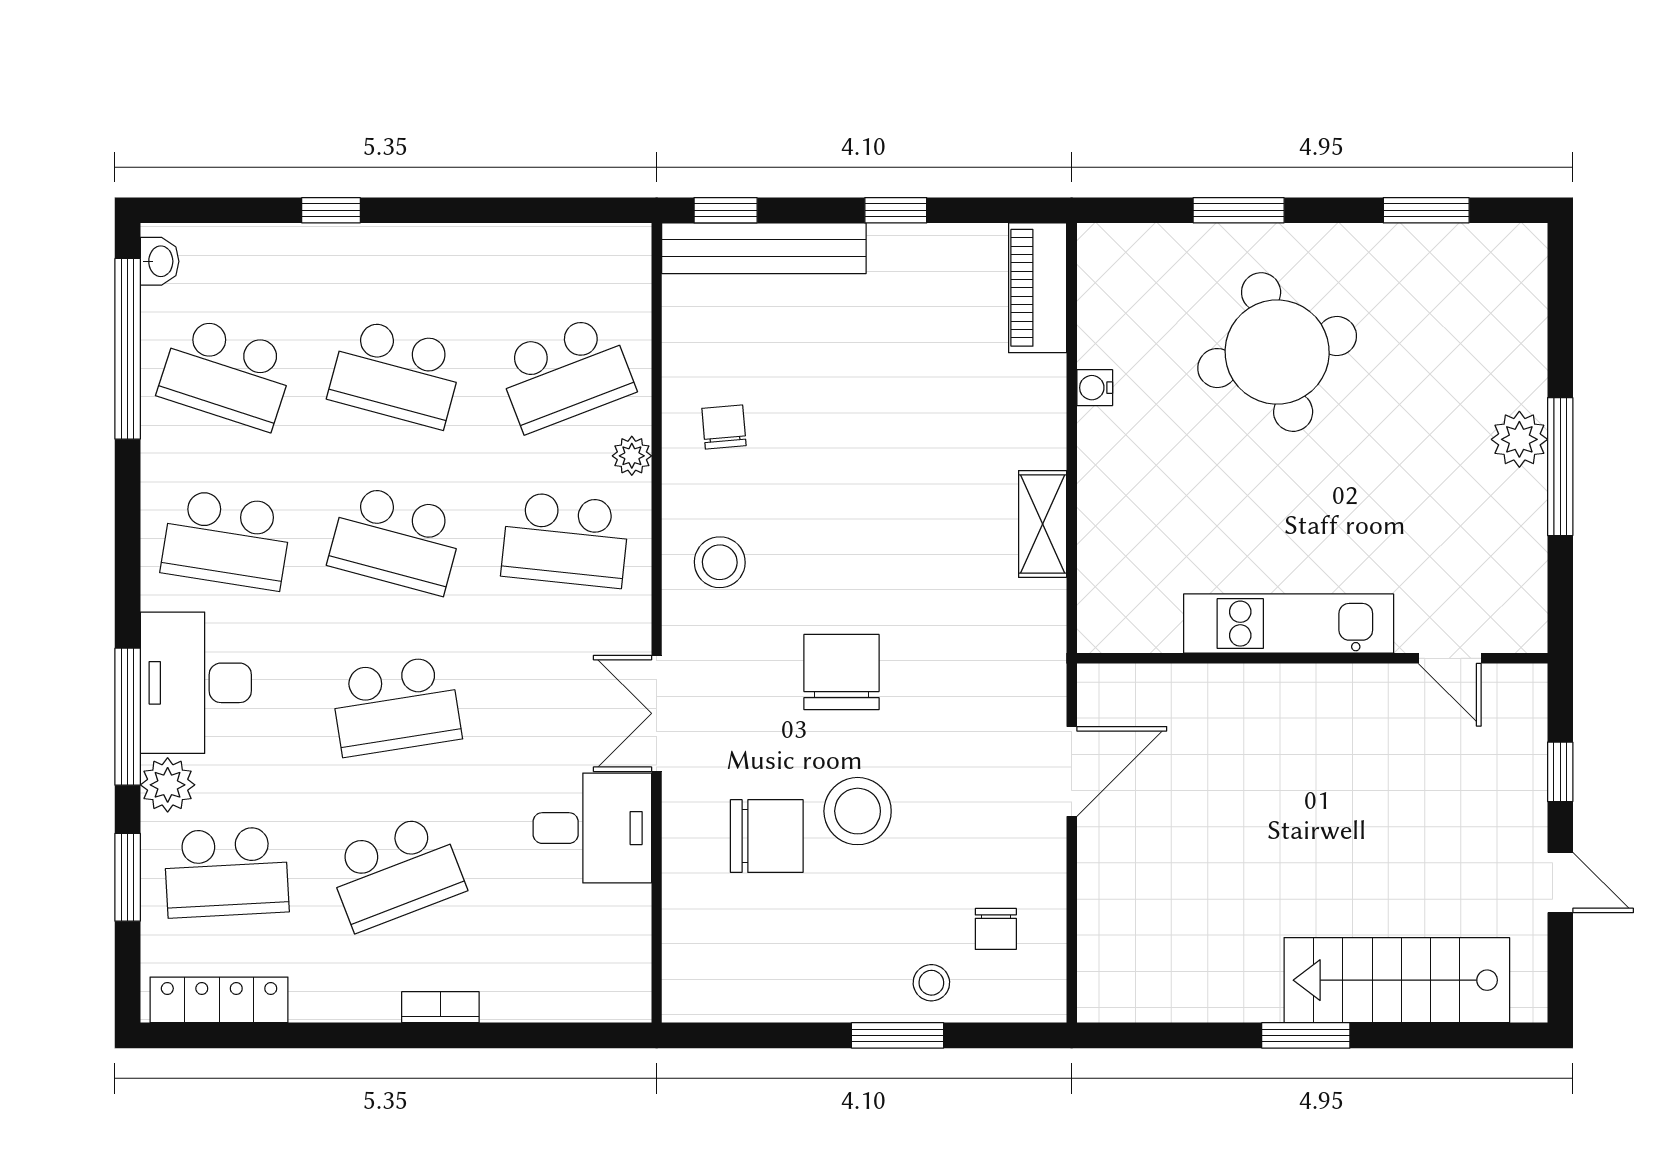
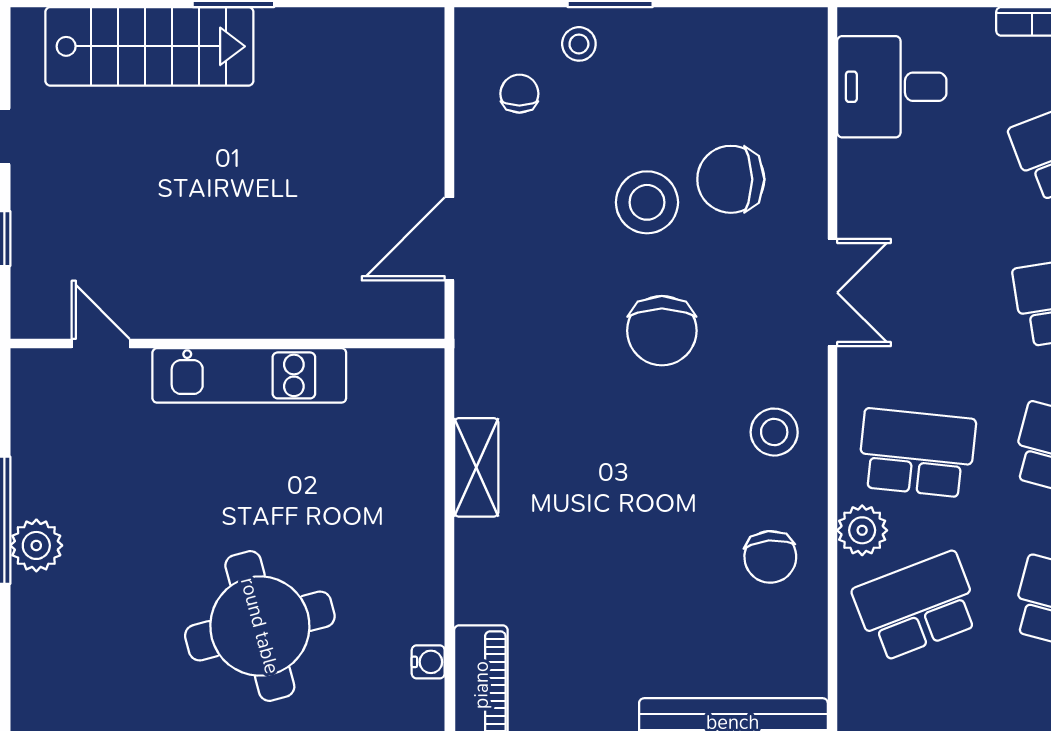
water cooler: (1095, 388) -> (428, 662), moved
chair: (724, 427) -> (770, 557), width x1.37, depth x1.37
plant: (632, 456) -> (862, 530), width x1.38, depth x1.38
desk: (592, 828) -> (892, 87), moved

